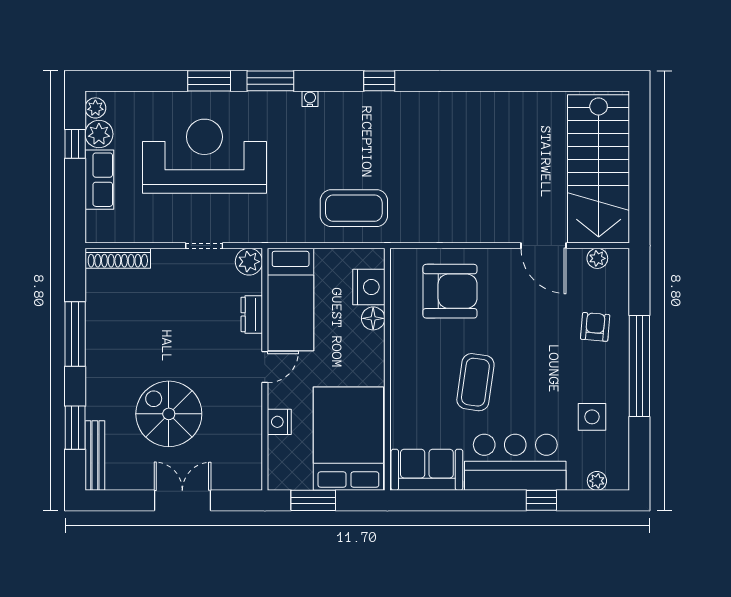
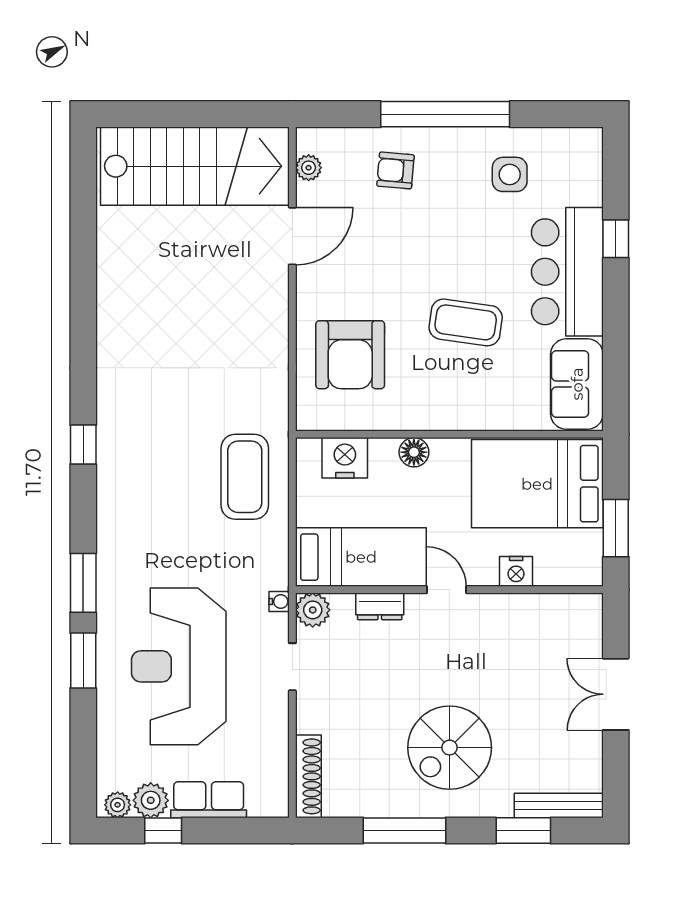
water cooler: (310, 99) -> (279, 602), moved, turned 180
armchair: (450, 291) -> (350, 355), turned 180
floor lamp: (373, 318) -> (414, 452), moved
spiral stairs: (169, 414) -> (450, 748), moved
plant: (597, 481) -> (591, 168), removed

